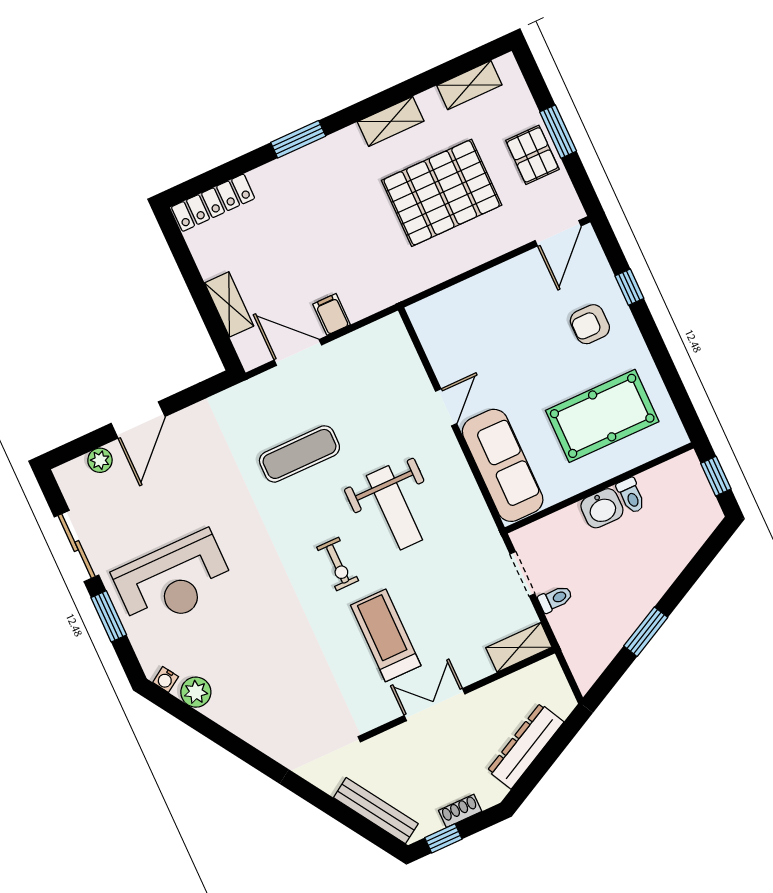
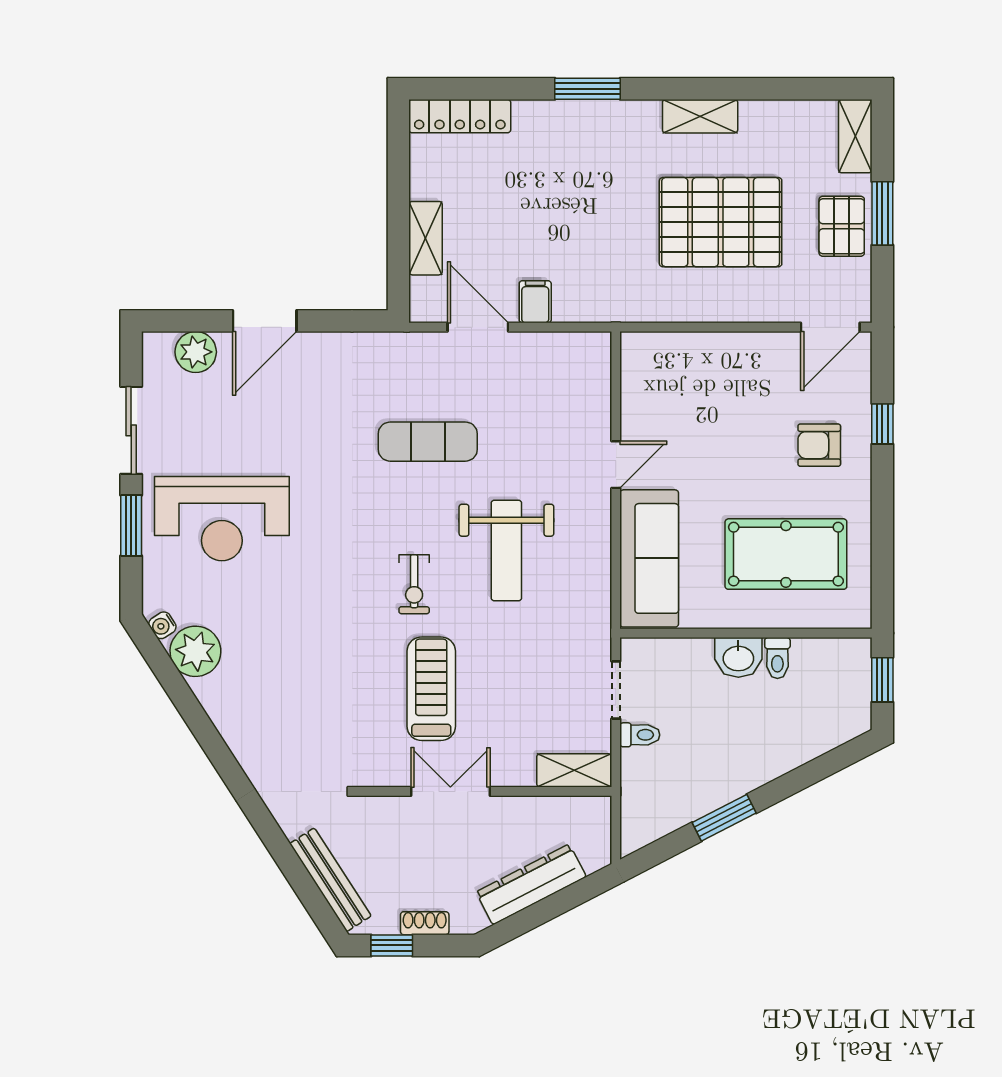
shelving: (469, 85) -> (855, 136), moved, turned 90
plant: (100, 460) -> (196, 352), width x1.38, depth x1.38
plant: (196, 692) -> (195, 651), width x1.36, depth x1.36

